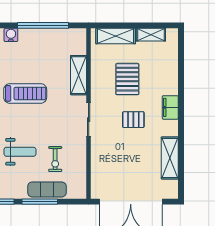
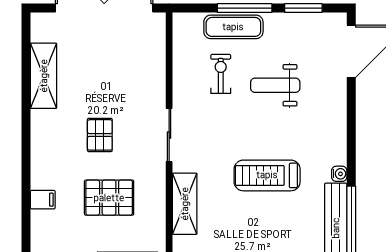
pallet: (127, 79) -> (109, 198), turned 90
filing cabinet: (170, 107) -> (43, 200), moved, width x0.50
pallet: (133, 120) -> (100, 135), turned 90

